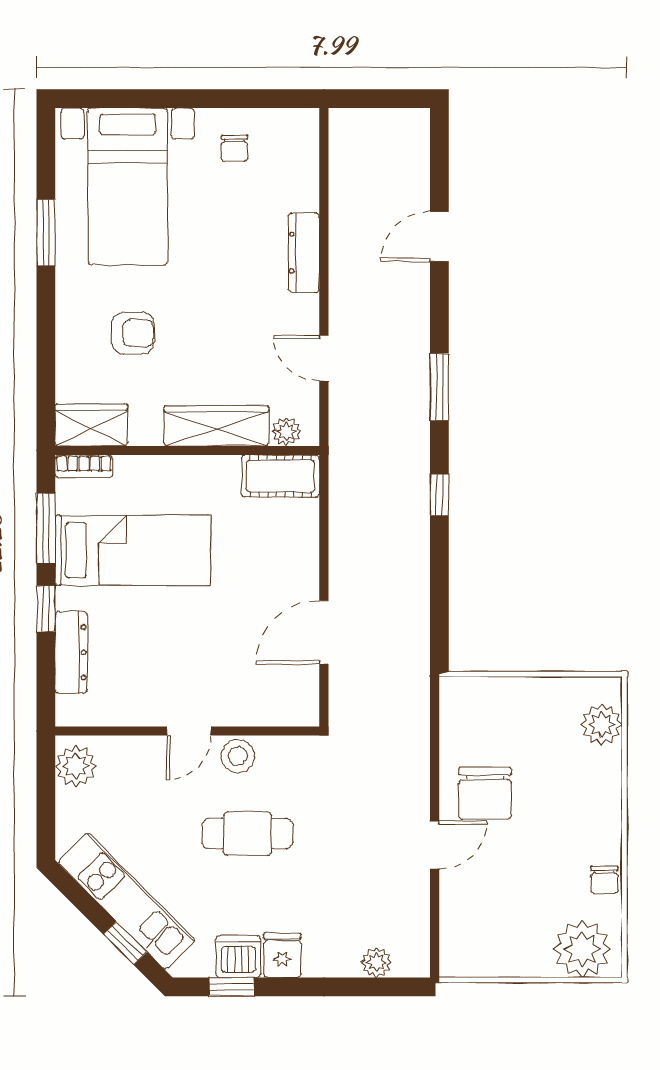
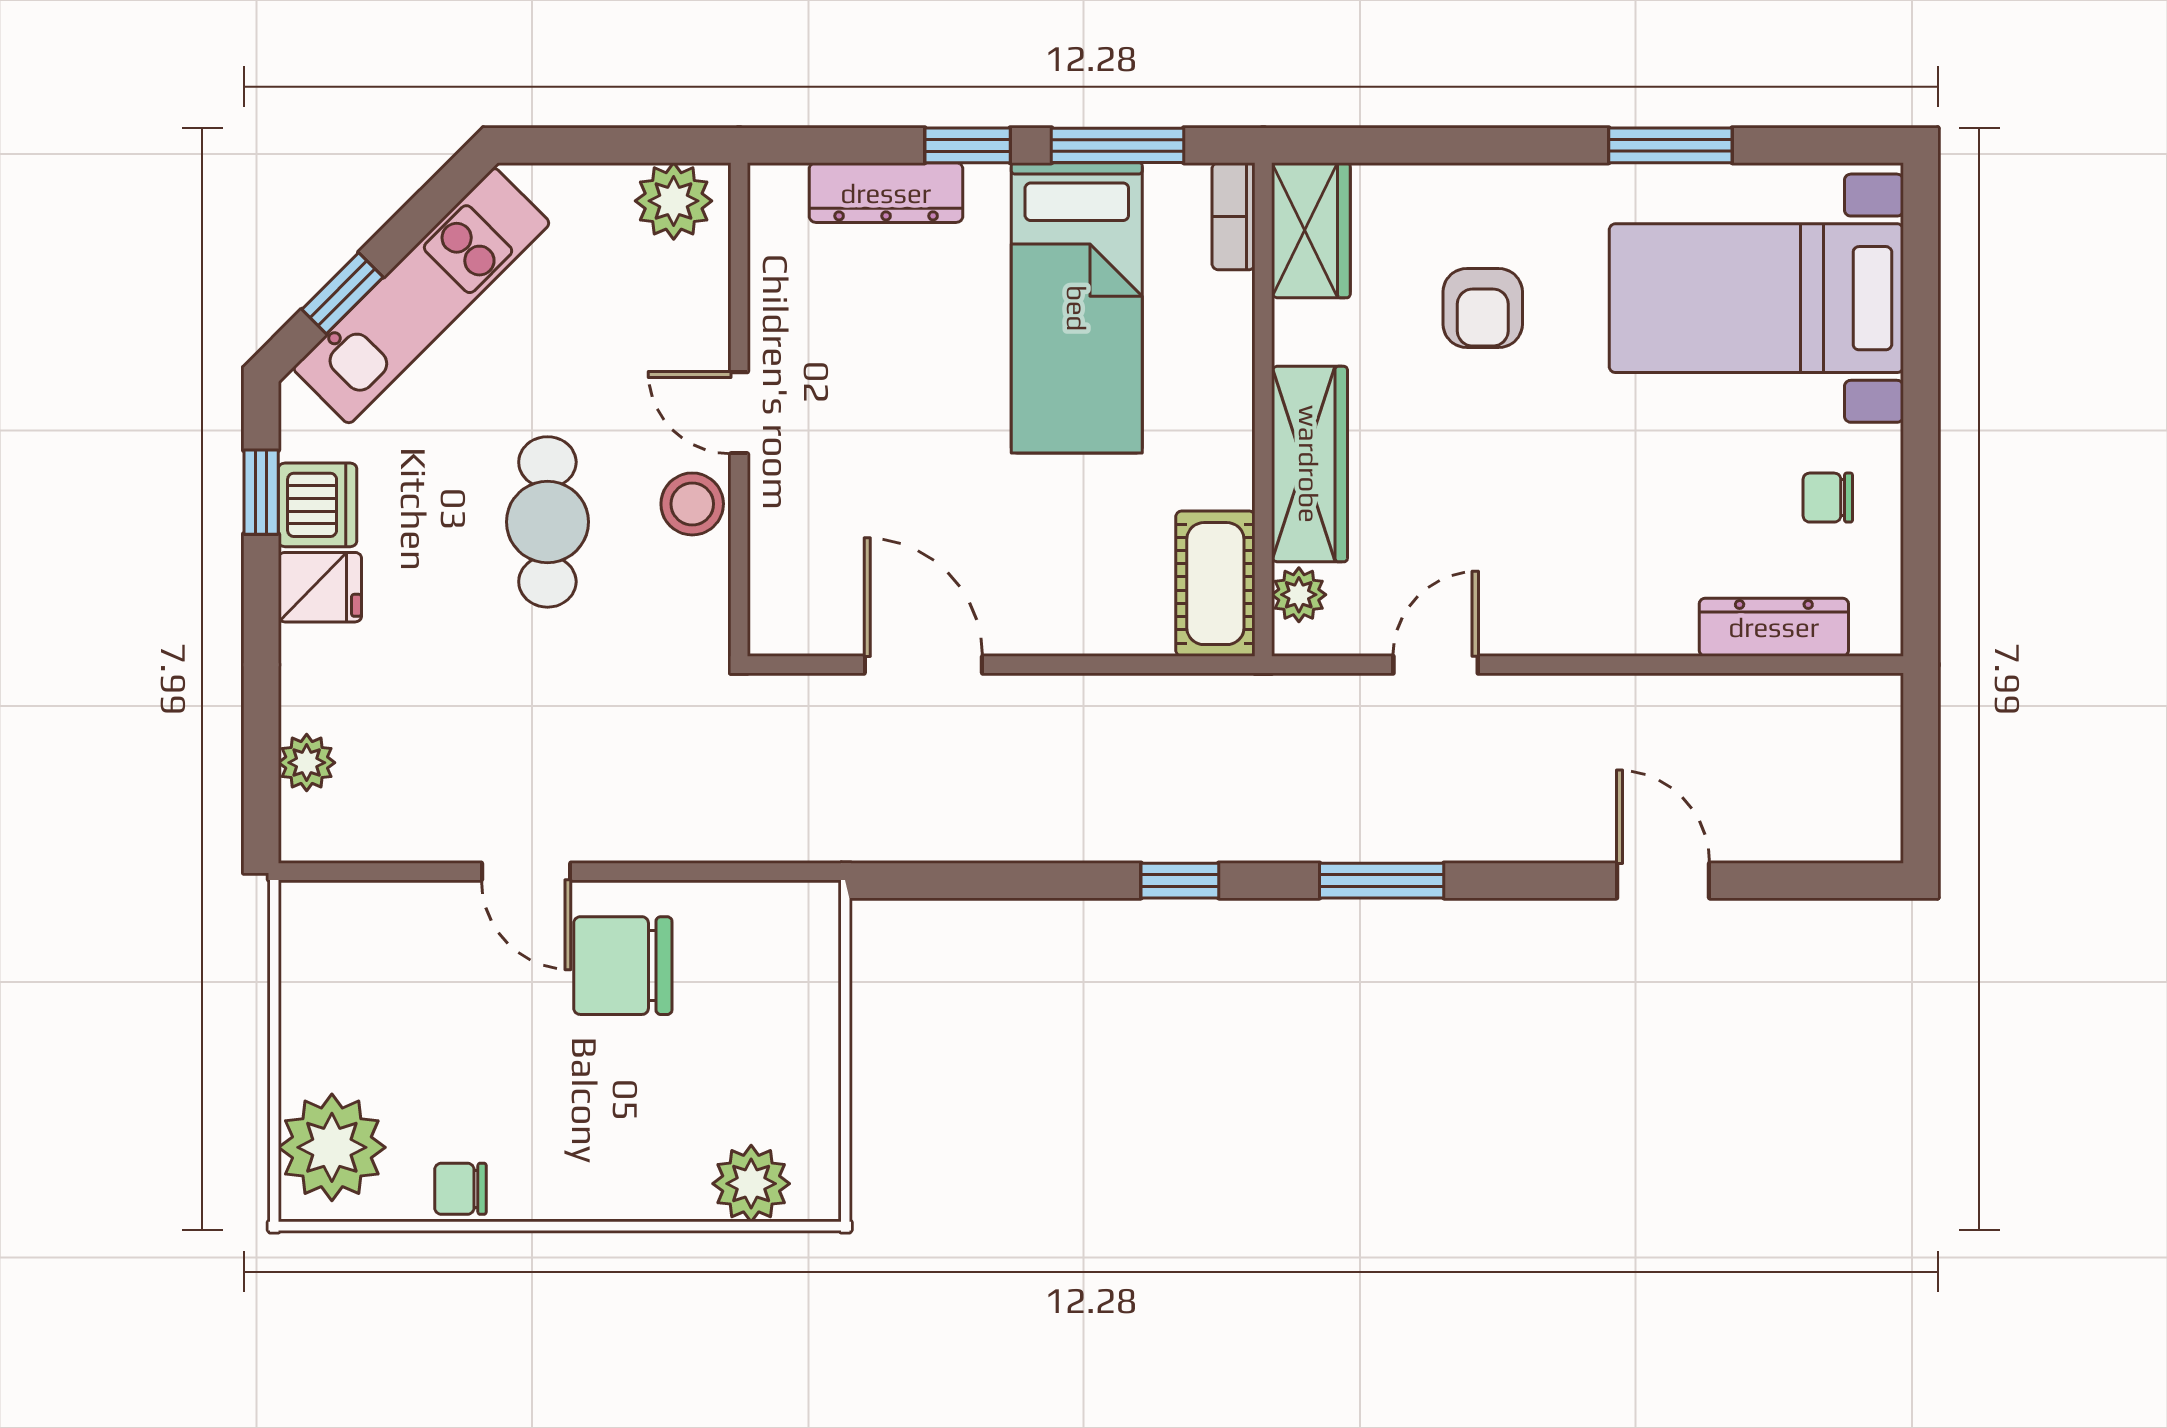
dresser: (304, 253) -> (1774, 627), moved

